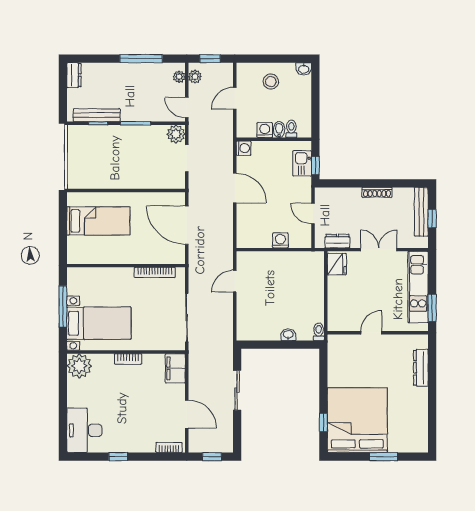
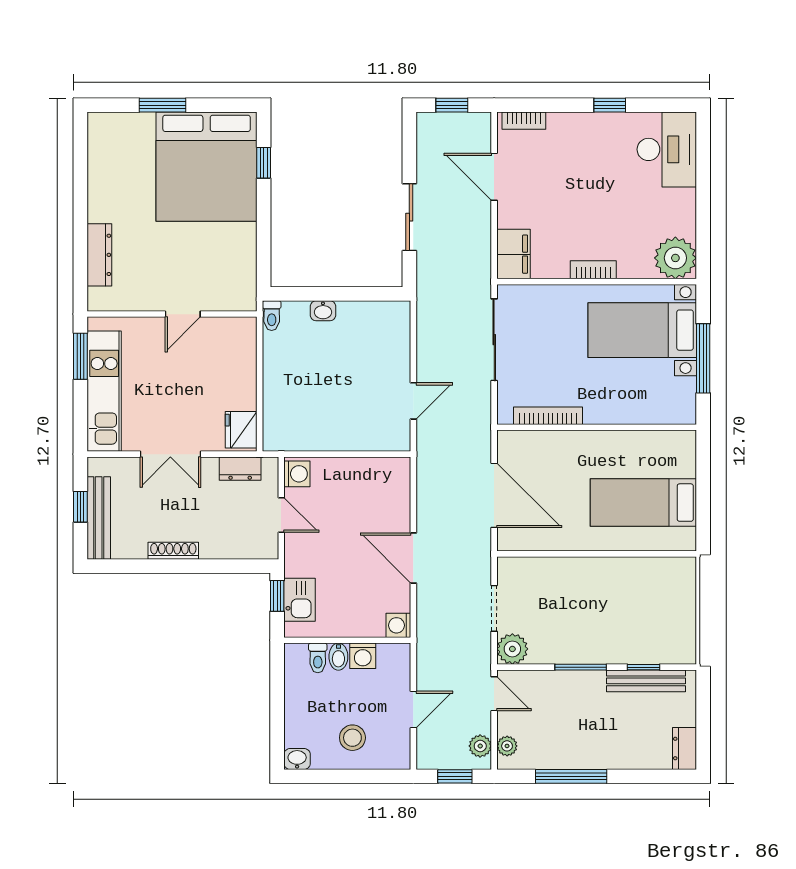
washing machine: (280, 240) -> (297, 474), moved, turned -90

